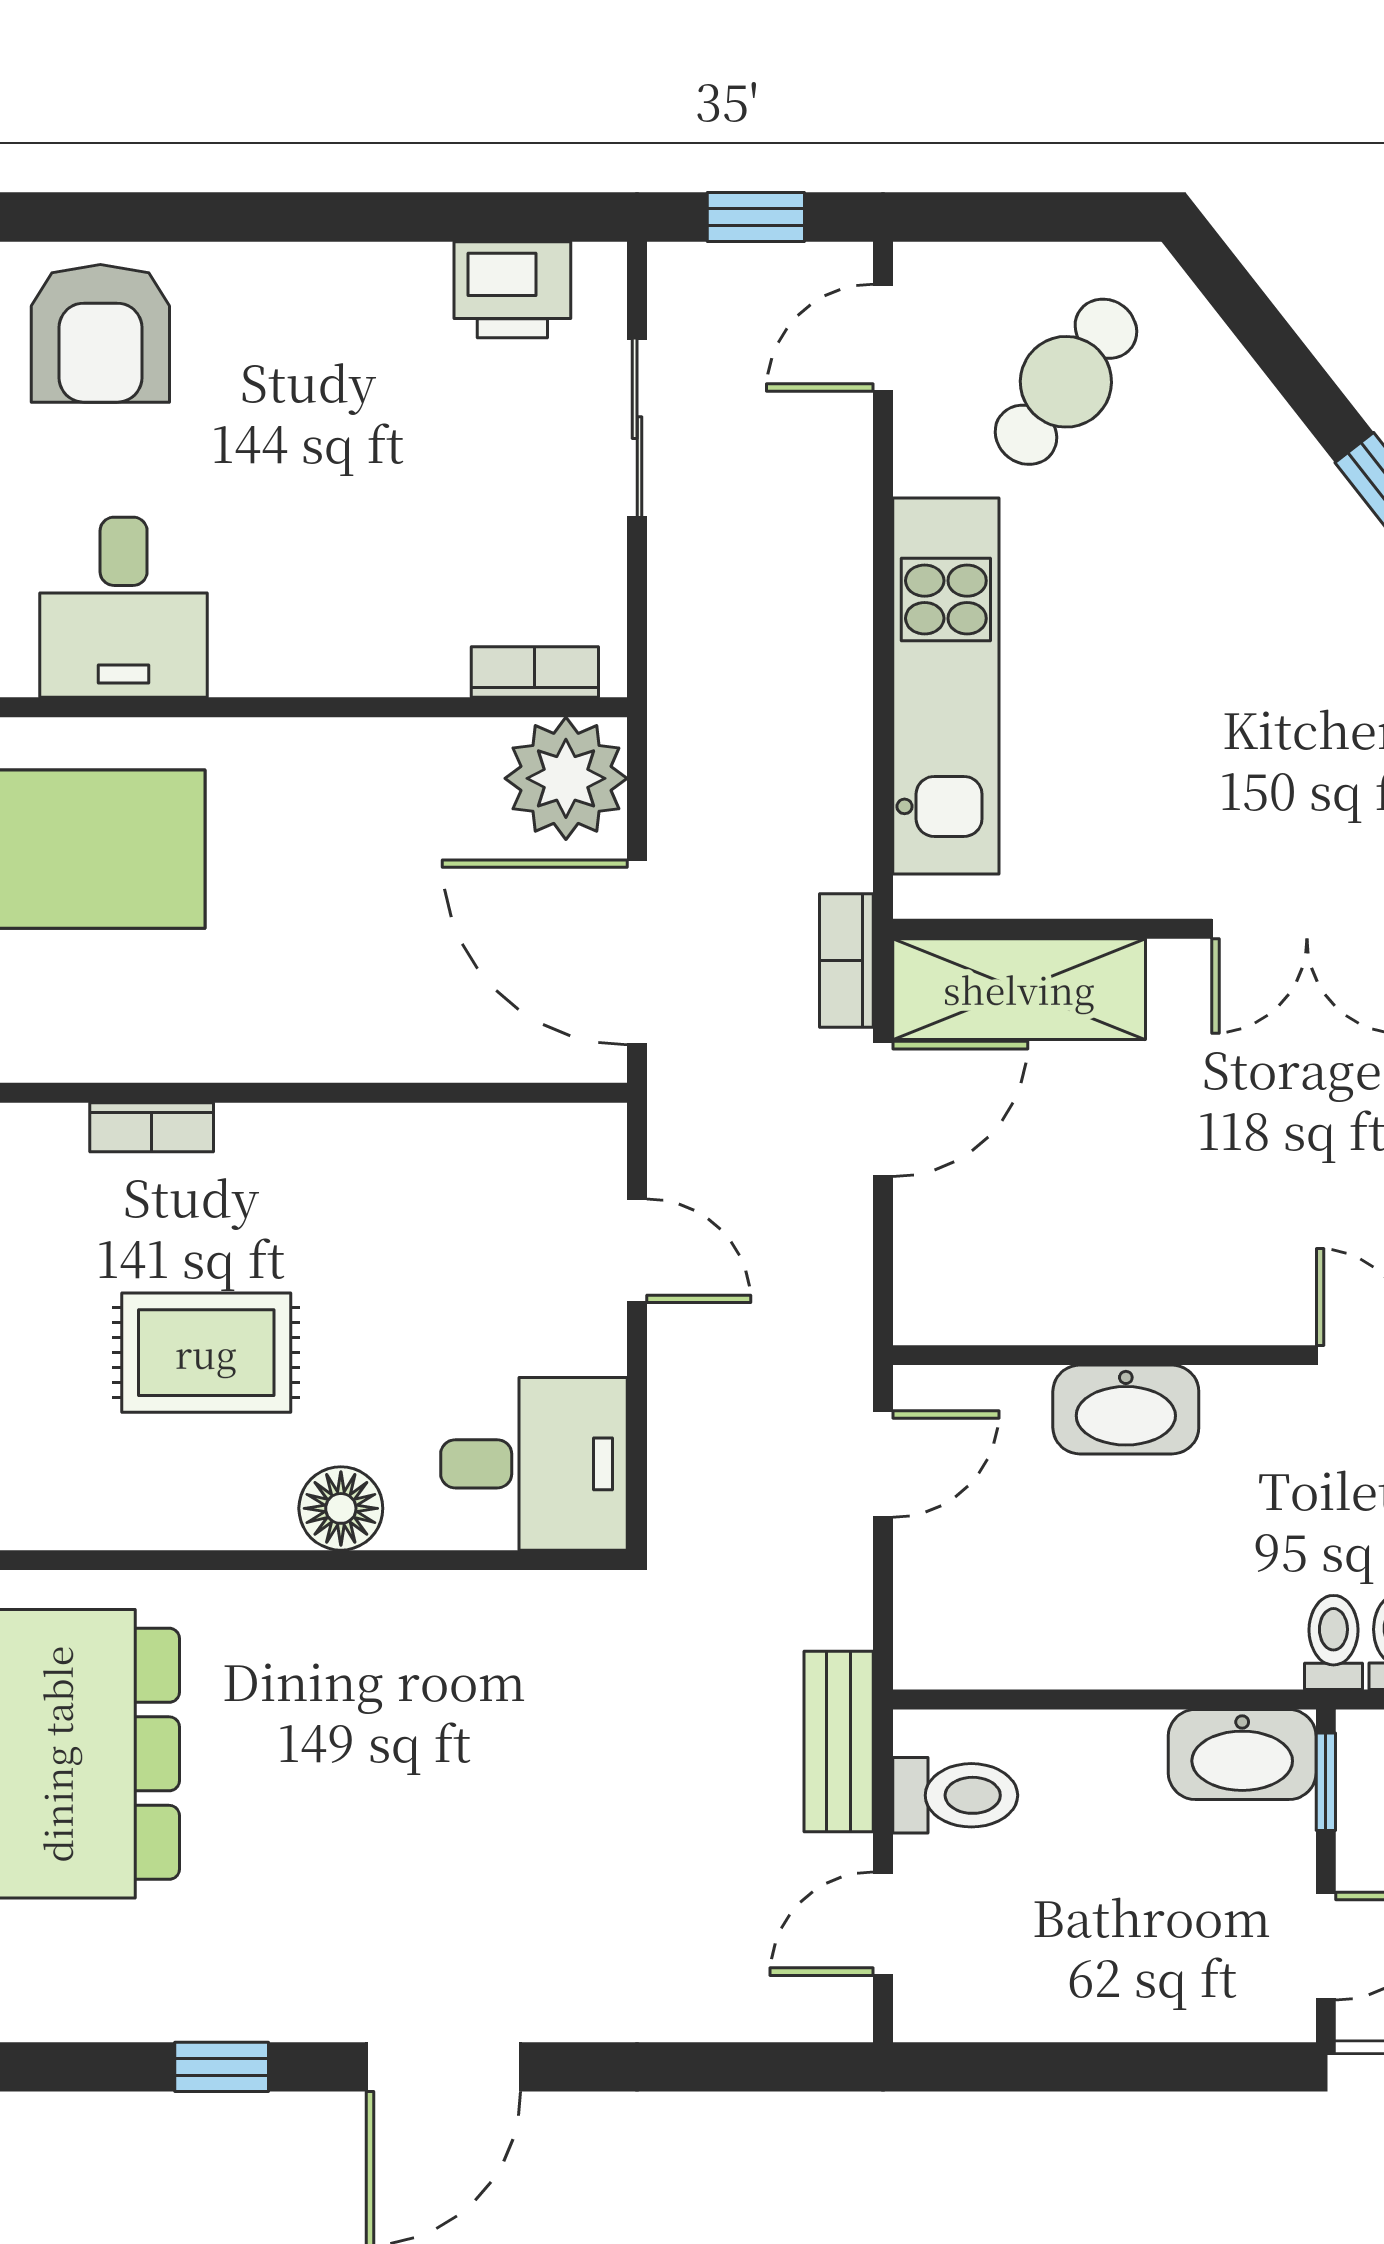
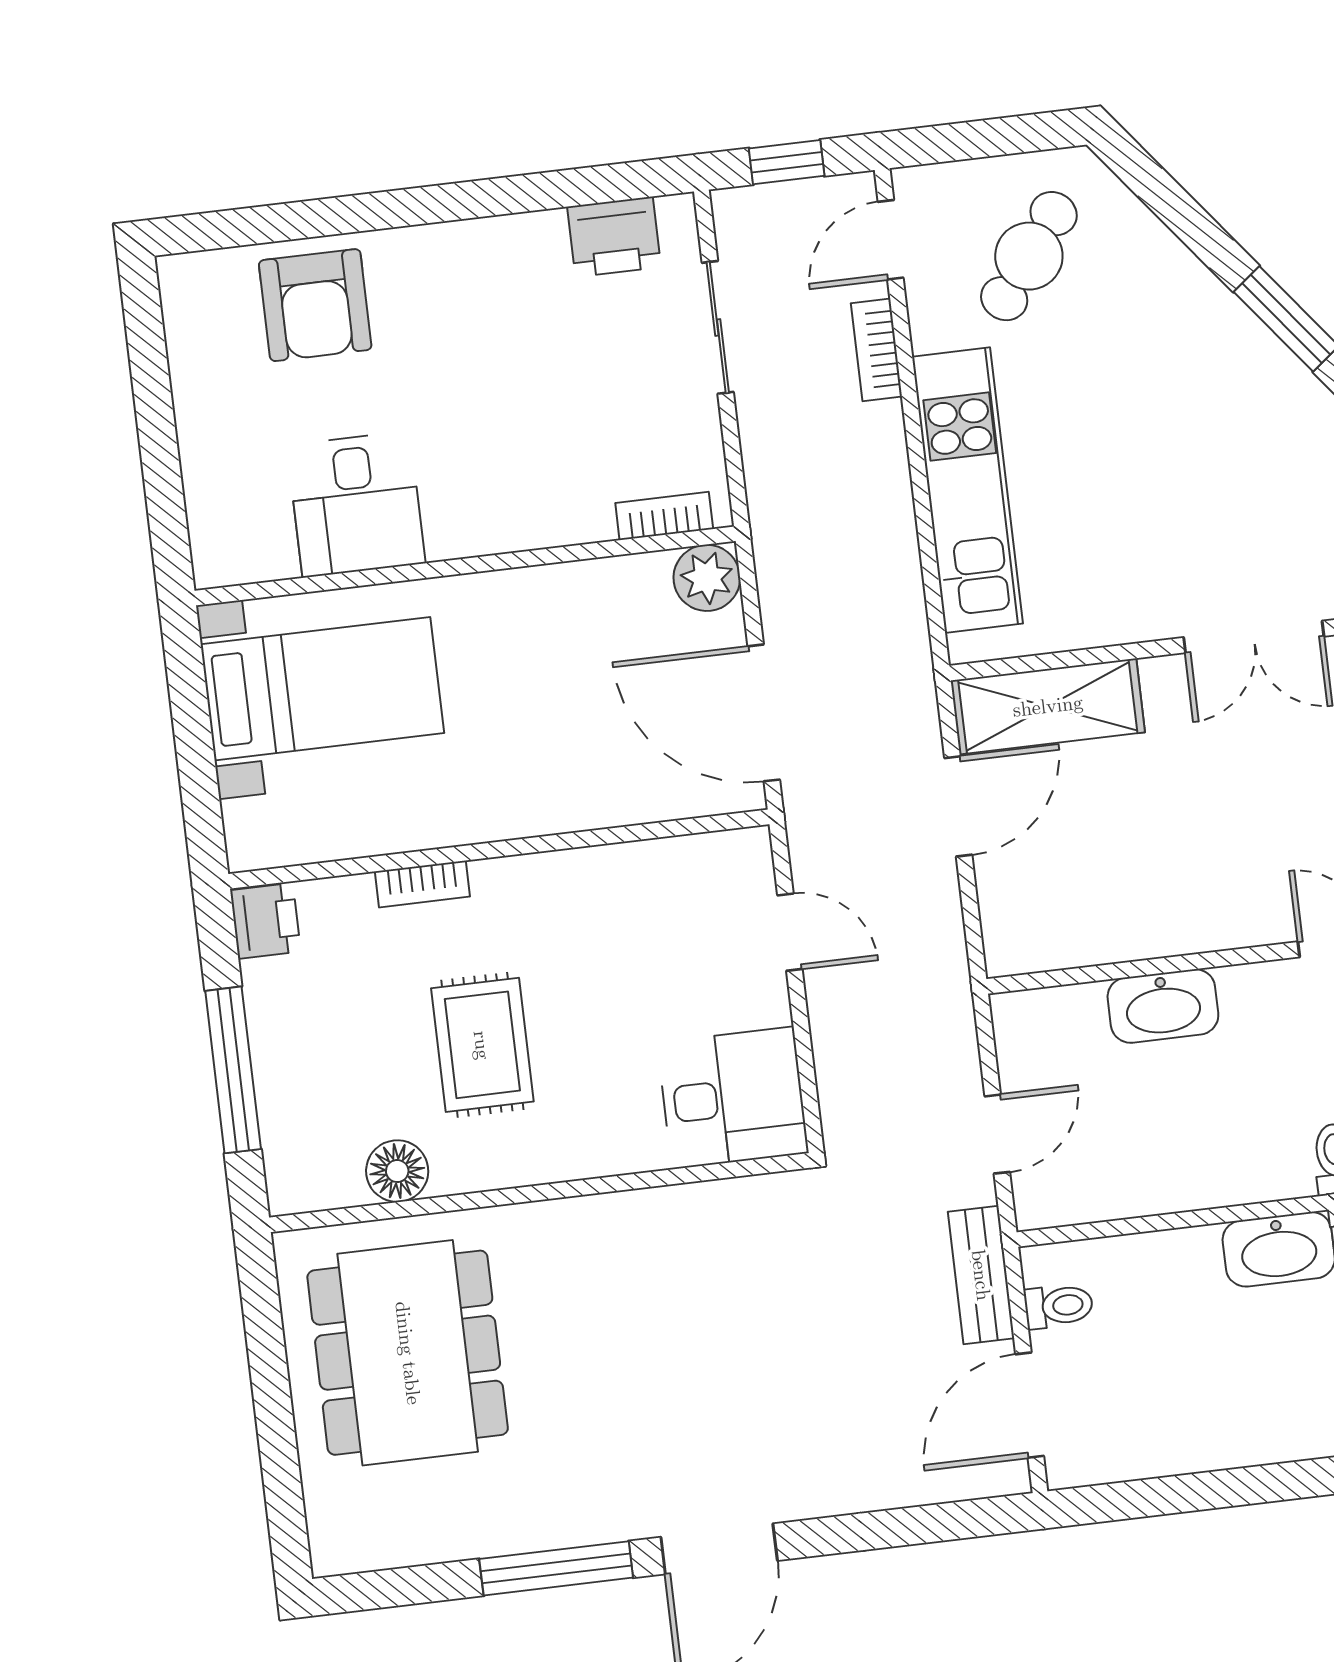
plant: (566, 778) -> (707, 578), width x0.73, depth x0.73
bookcase: (846, 961) -> (876, 350), moved
rug: (206, 1353) -> (482, 1045), turned 90
door: (883, 1464) -> (997, 1134), moved
floor lamp: (341, 1508) -> (397, 1171), moved
toilet: (955, 1795) -> (1059, 1306), width x0.73, depth x0.72
door: (883, 1924) -> (1030, 1405), width x1.38
window: (222, 2067) -> (556, 1568), width x2.17

